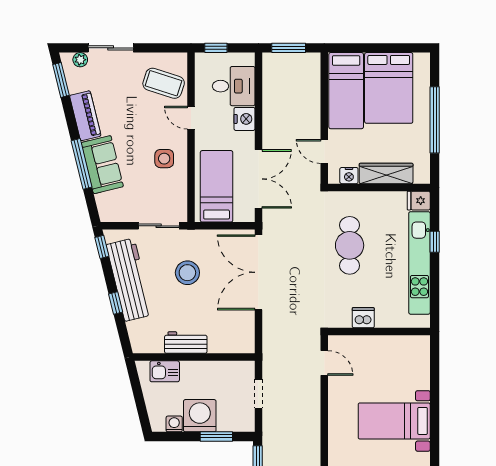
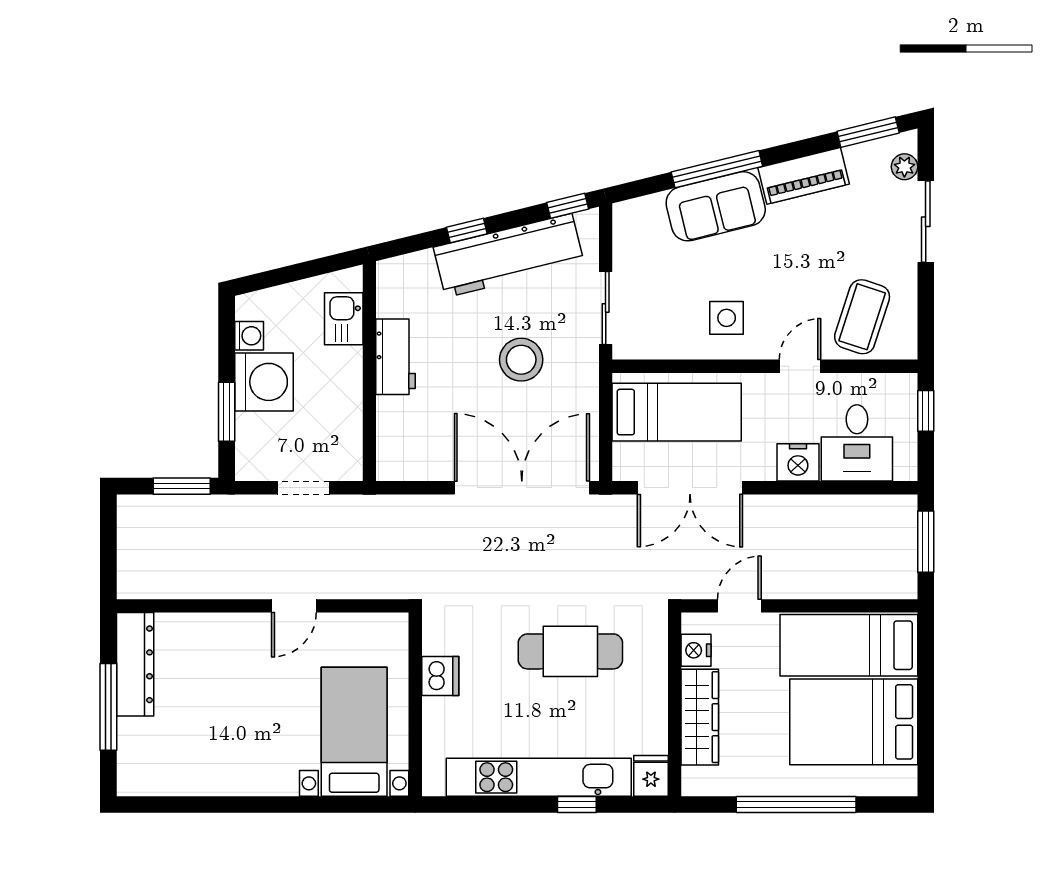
door: (324, 363) -> (294, 606), moved
bed with nightstands: (394, 421) -> (354, 732), moved

